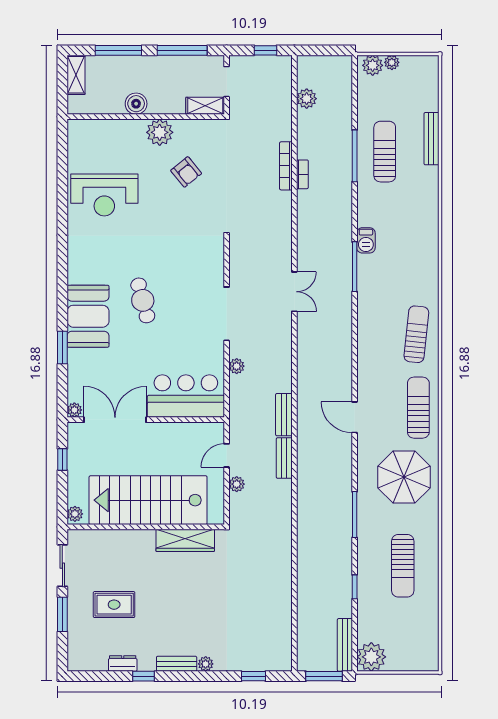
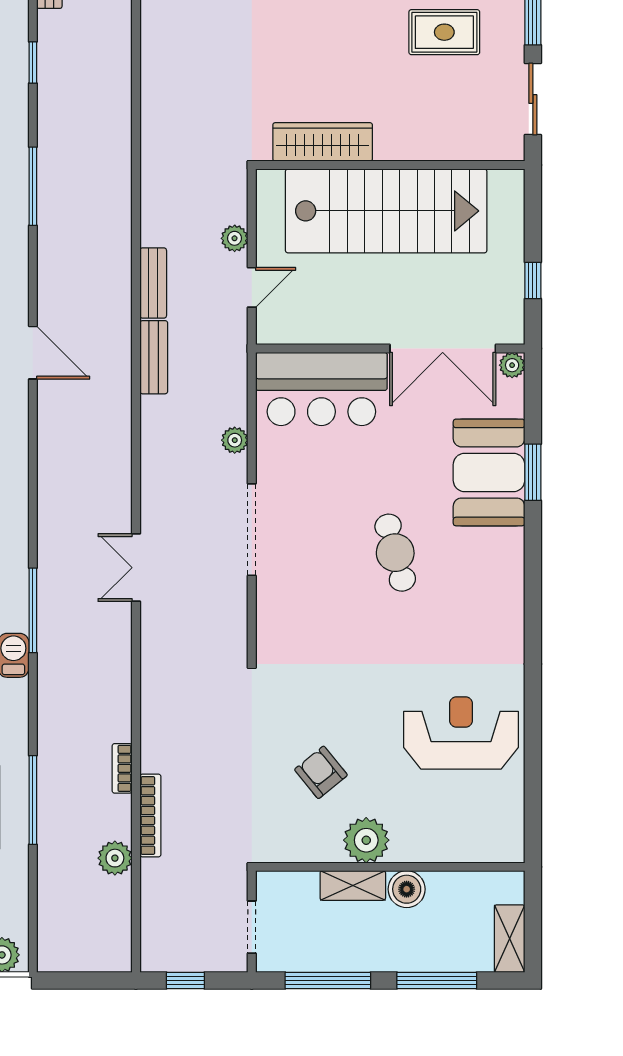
plant: (307, 99) -> (115, 858), moved
shelving: (205, 106) -> (353, 885), moved
bookcase: (286, 166) -> (150, 816), moved
booth: (88, 316) -> (489, 472), moved
plant: (75, 514) -> (511, 187), removed

